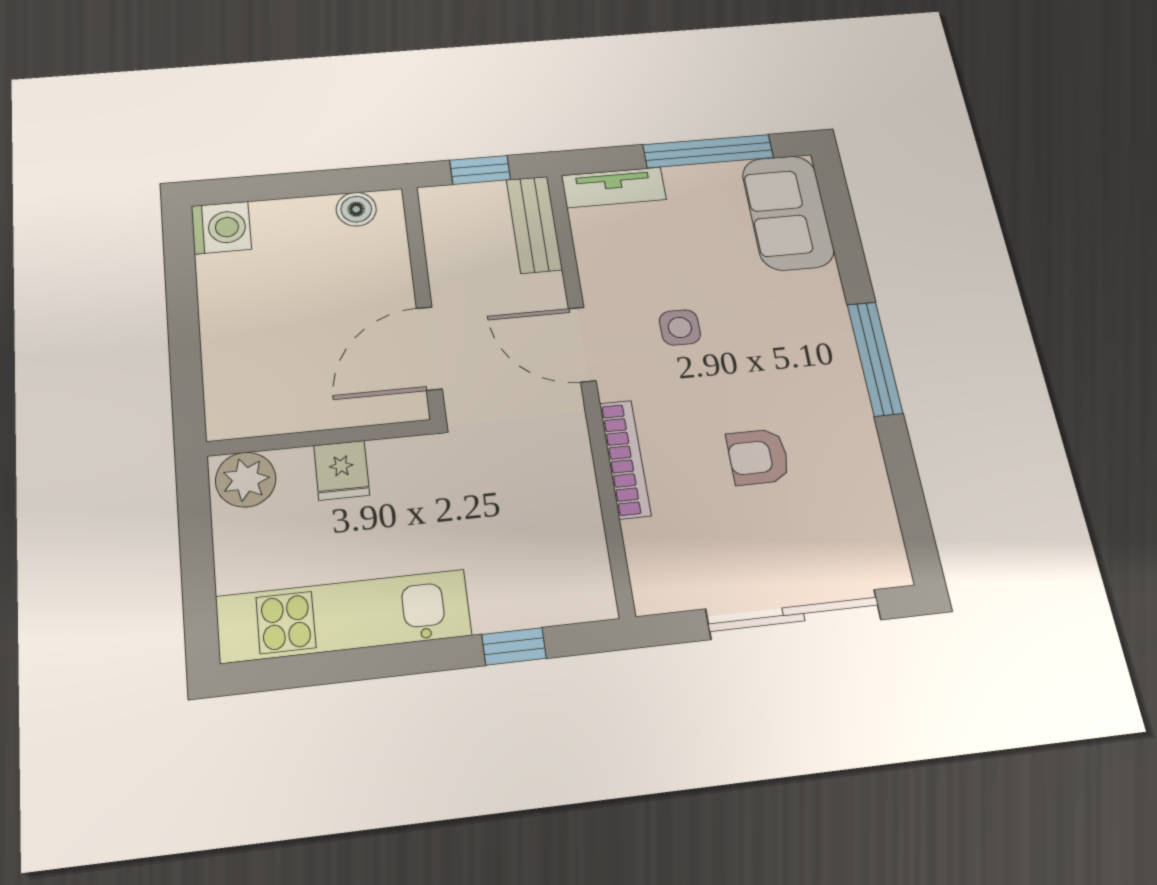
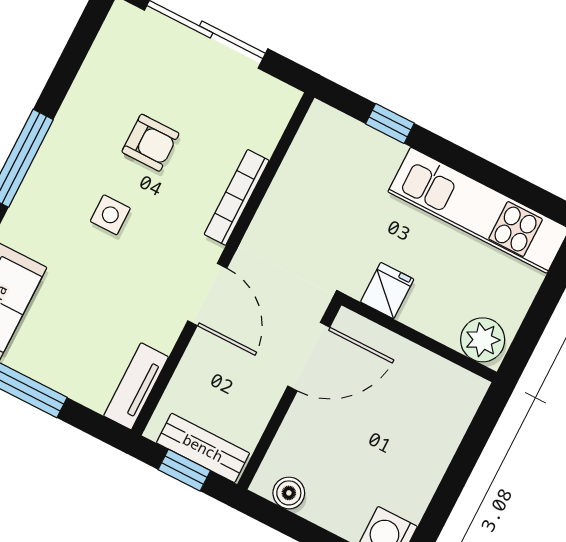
tv unit: (614, 187) -> (136, 386), moved, turned -90
bench: (534, 224) -> (203, 448), moved, turned 90
side table: (680, 327) -> (110, 215), moved
fridge: (342, 470) -> (387, 291), moved

